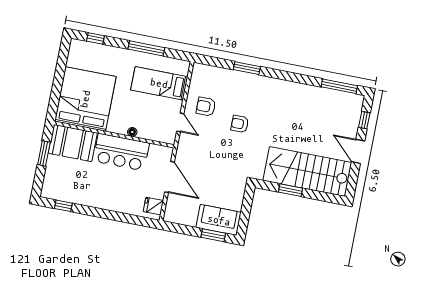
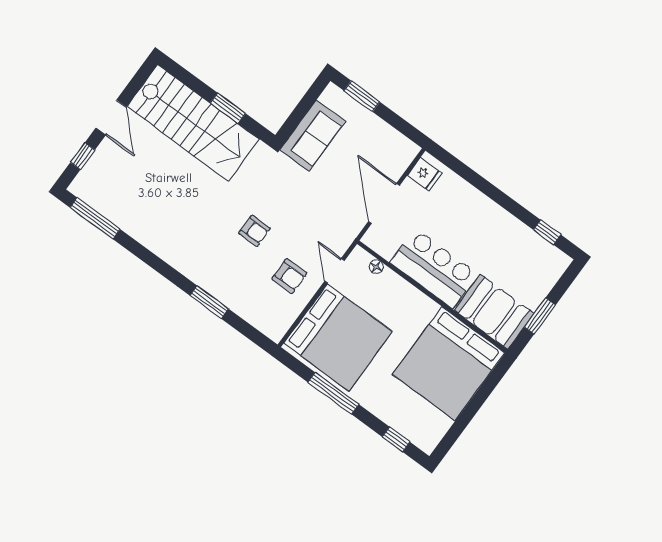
bed: (159, 83) -> (338, 337), width x2.04
floor lamp: (132, 132) -> (376, 267), moved
sofa: (219, 220) -> (312, 136), moved, turned -90

